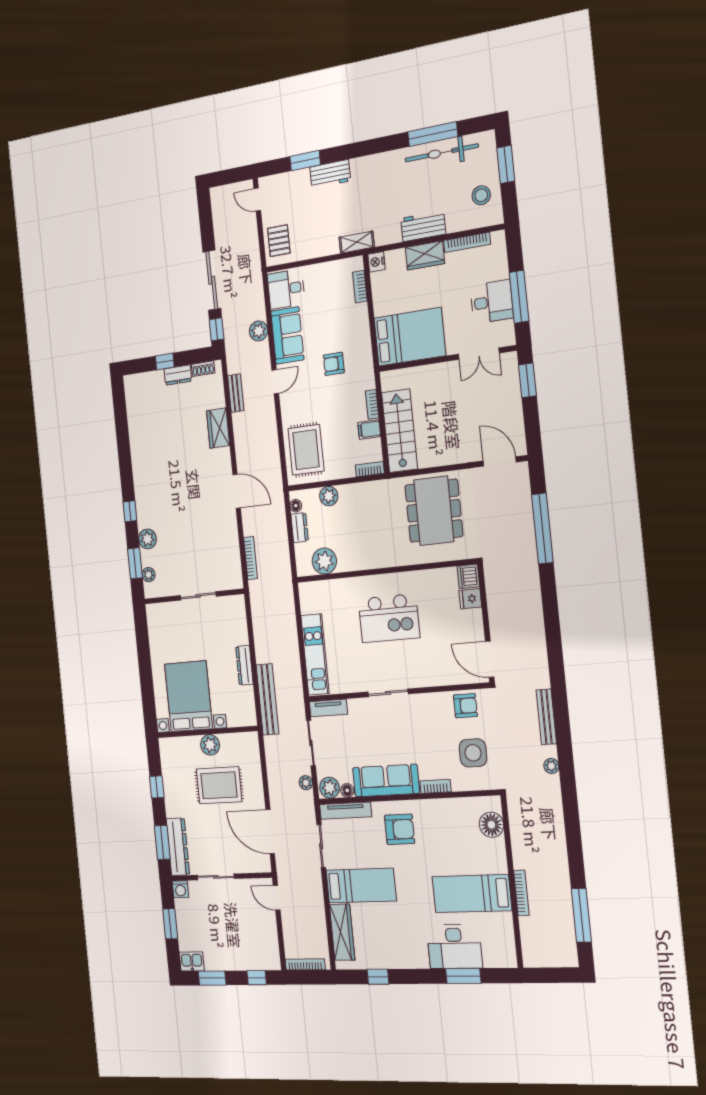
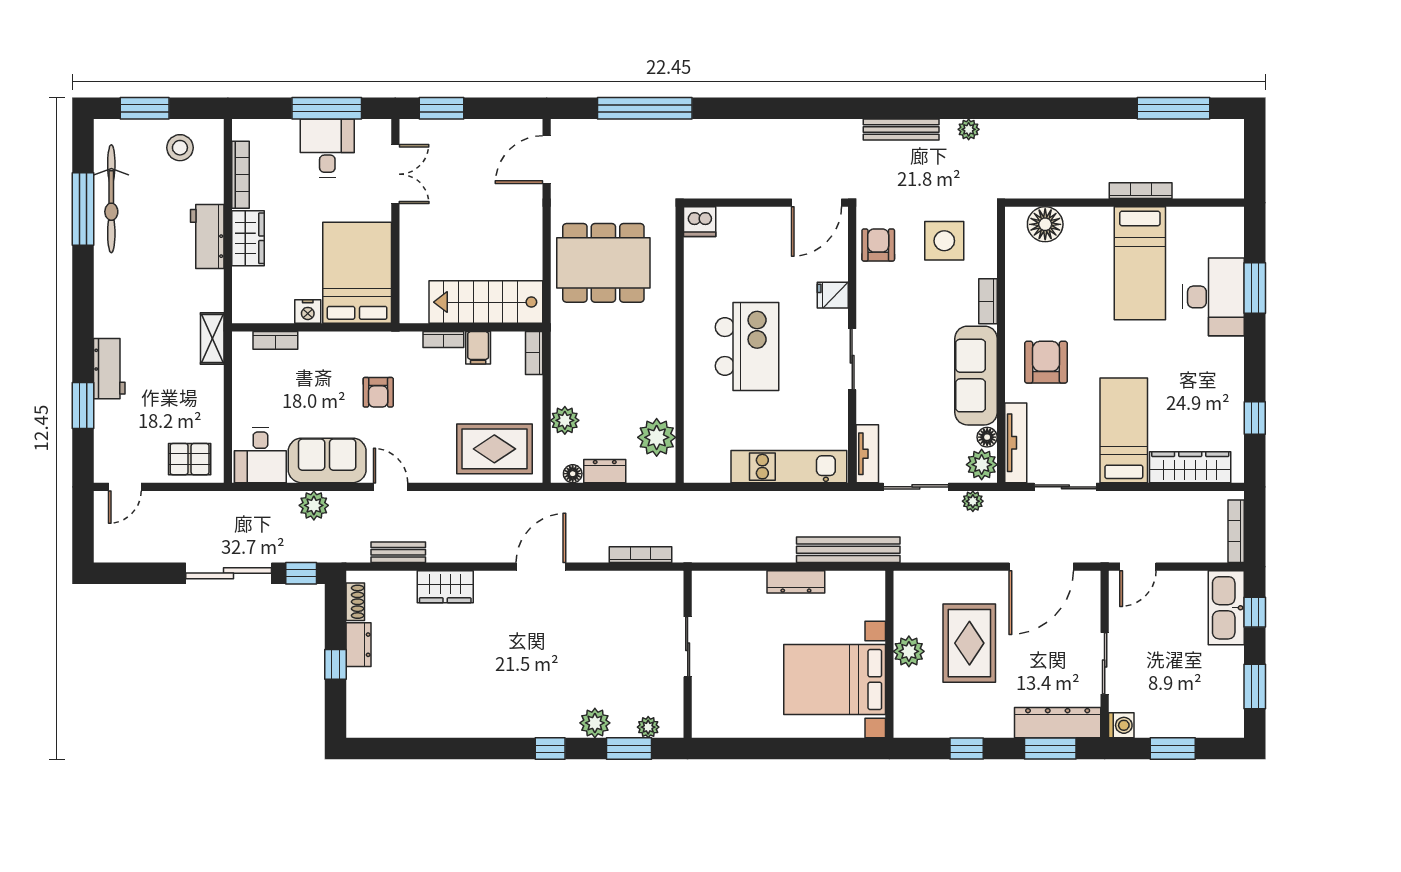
nightstand: (376, 262) -> (308, 312), moved
fridge: (470, 599) -> (833, 295), moved, turned 90
kitchen sink: (192, 961) -> (1226, 608), moved, width x1.88, depth x1.24

